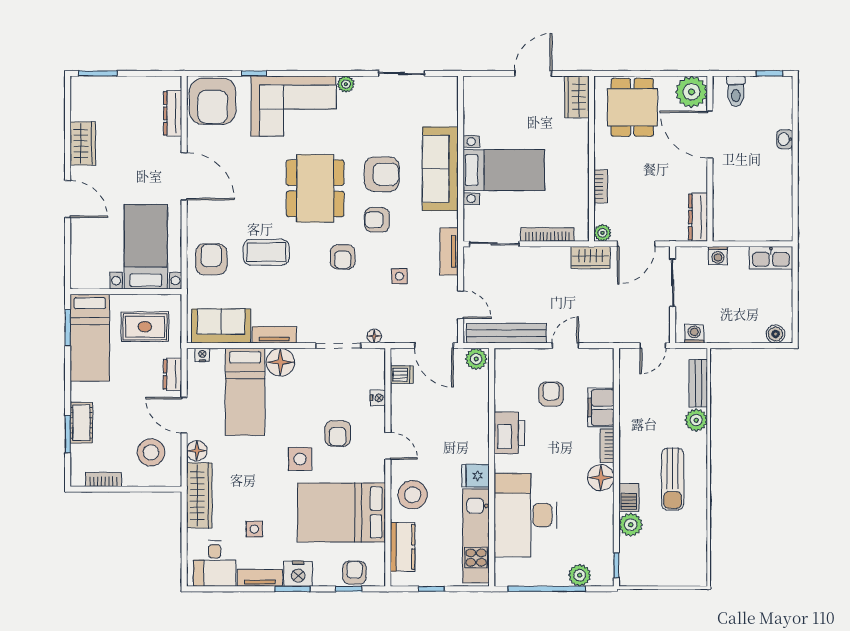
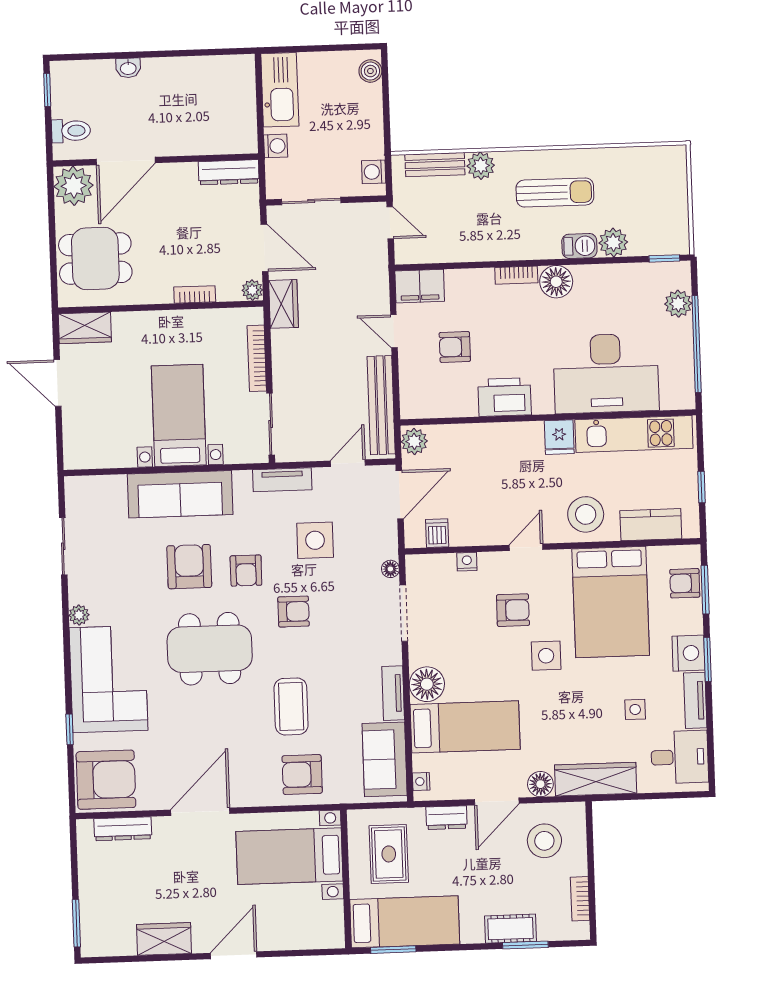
kitchen sink: (771, 258) -> (280, 90), width x1.36, depth x1.24
side table: (399, 276) -> (315, 540), width x1.87, depth x1.87
filing cabinet: (601, 408) -> (420, 286), moved
window: (349, 589) -> (705, 590), width x1.50

